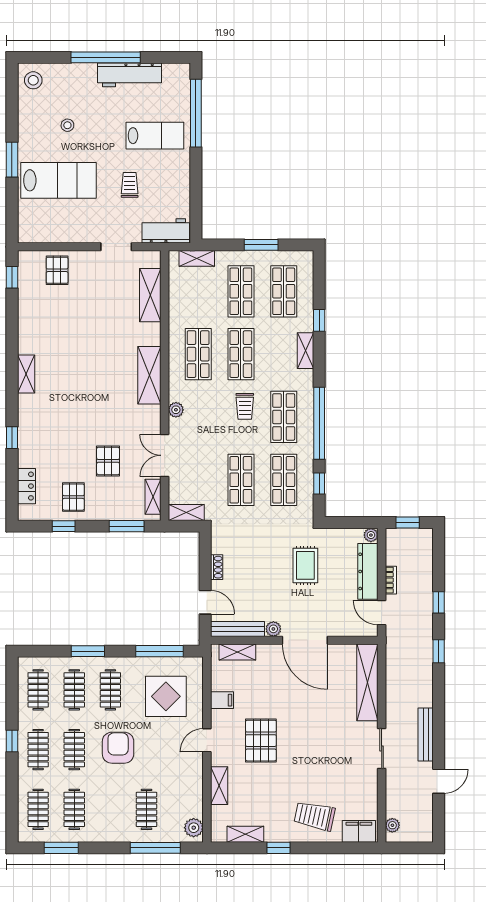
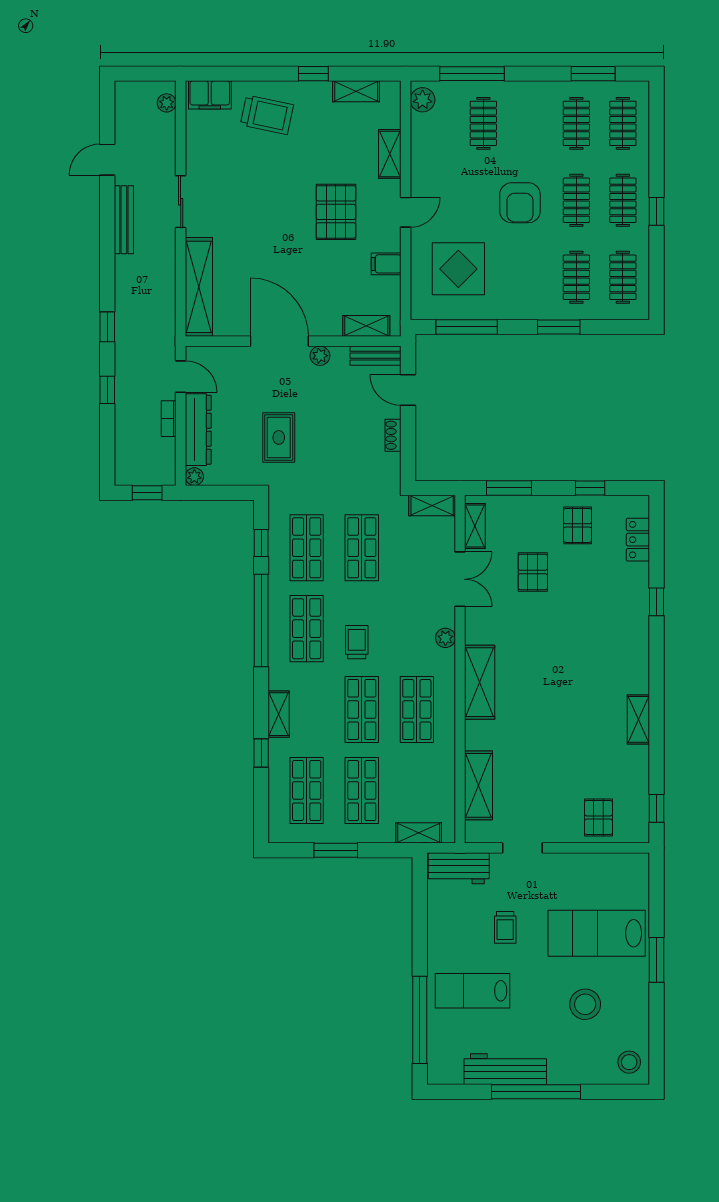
stool: (67, 125) -> (585, 1004), width x1.89, depth x1.89
shelving: (26, 374) -> (638, 719), moved
bench: (237, 629) -> (375, 356), width x0.73
clothes rail: (110, 690) -> (530, 277), removed

